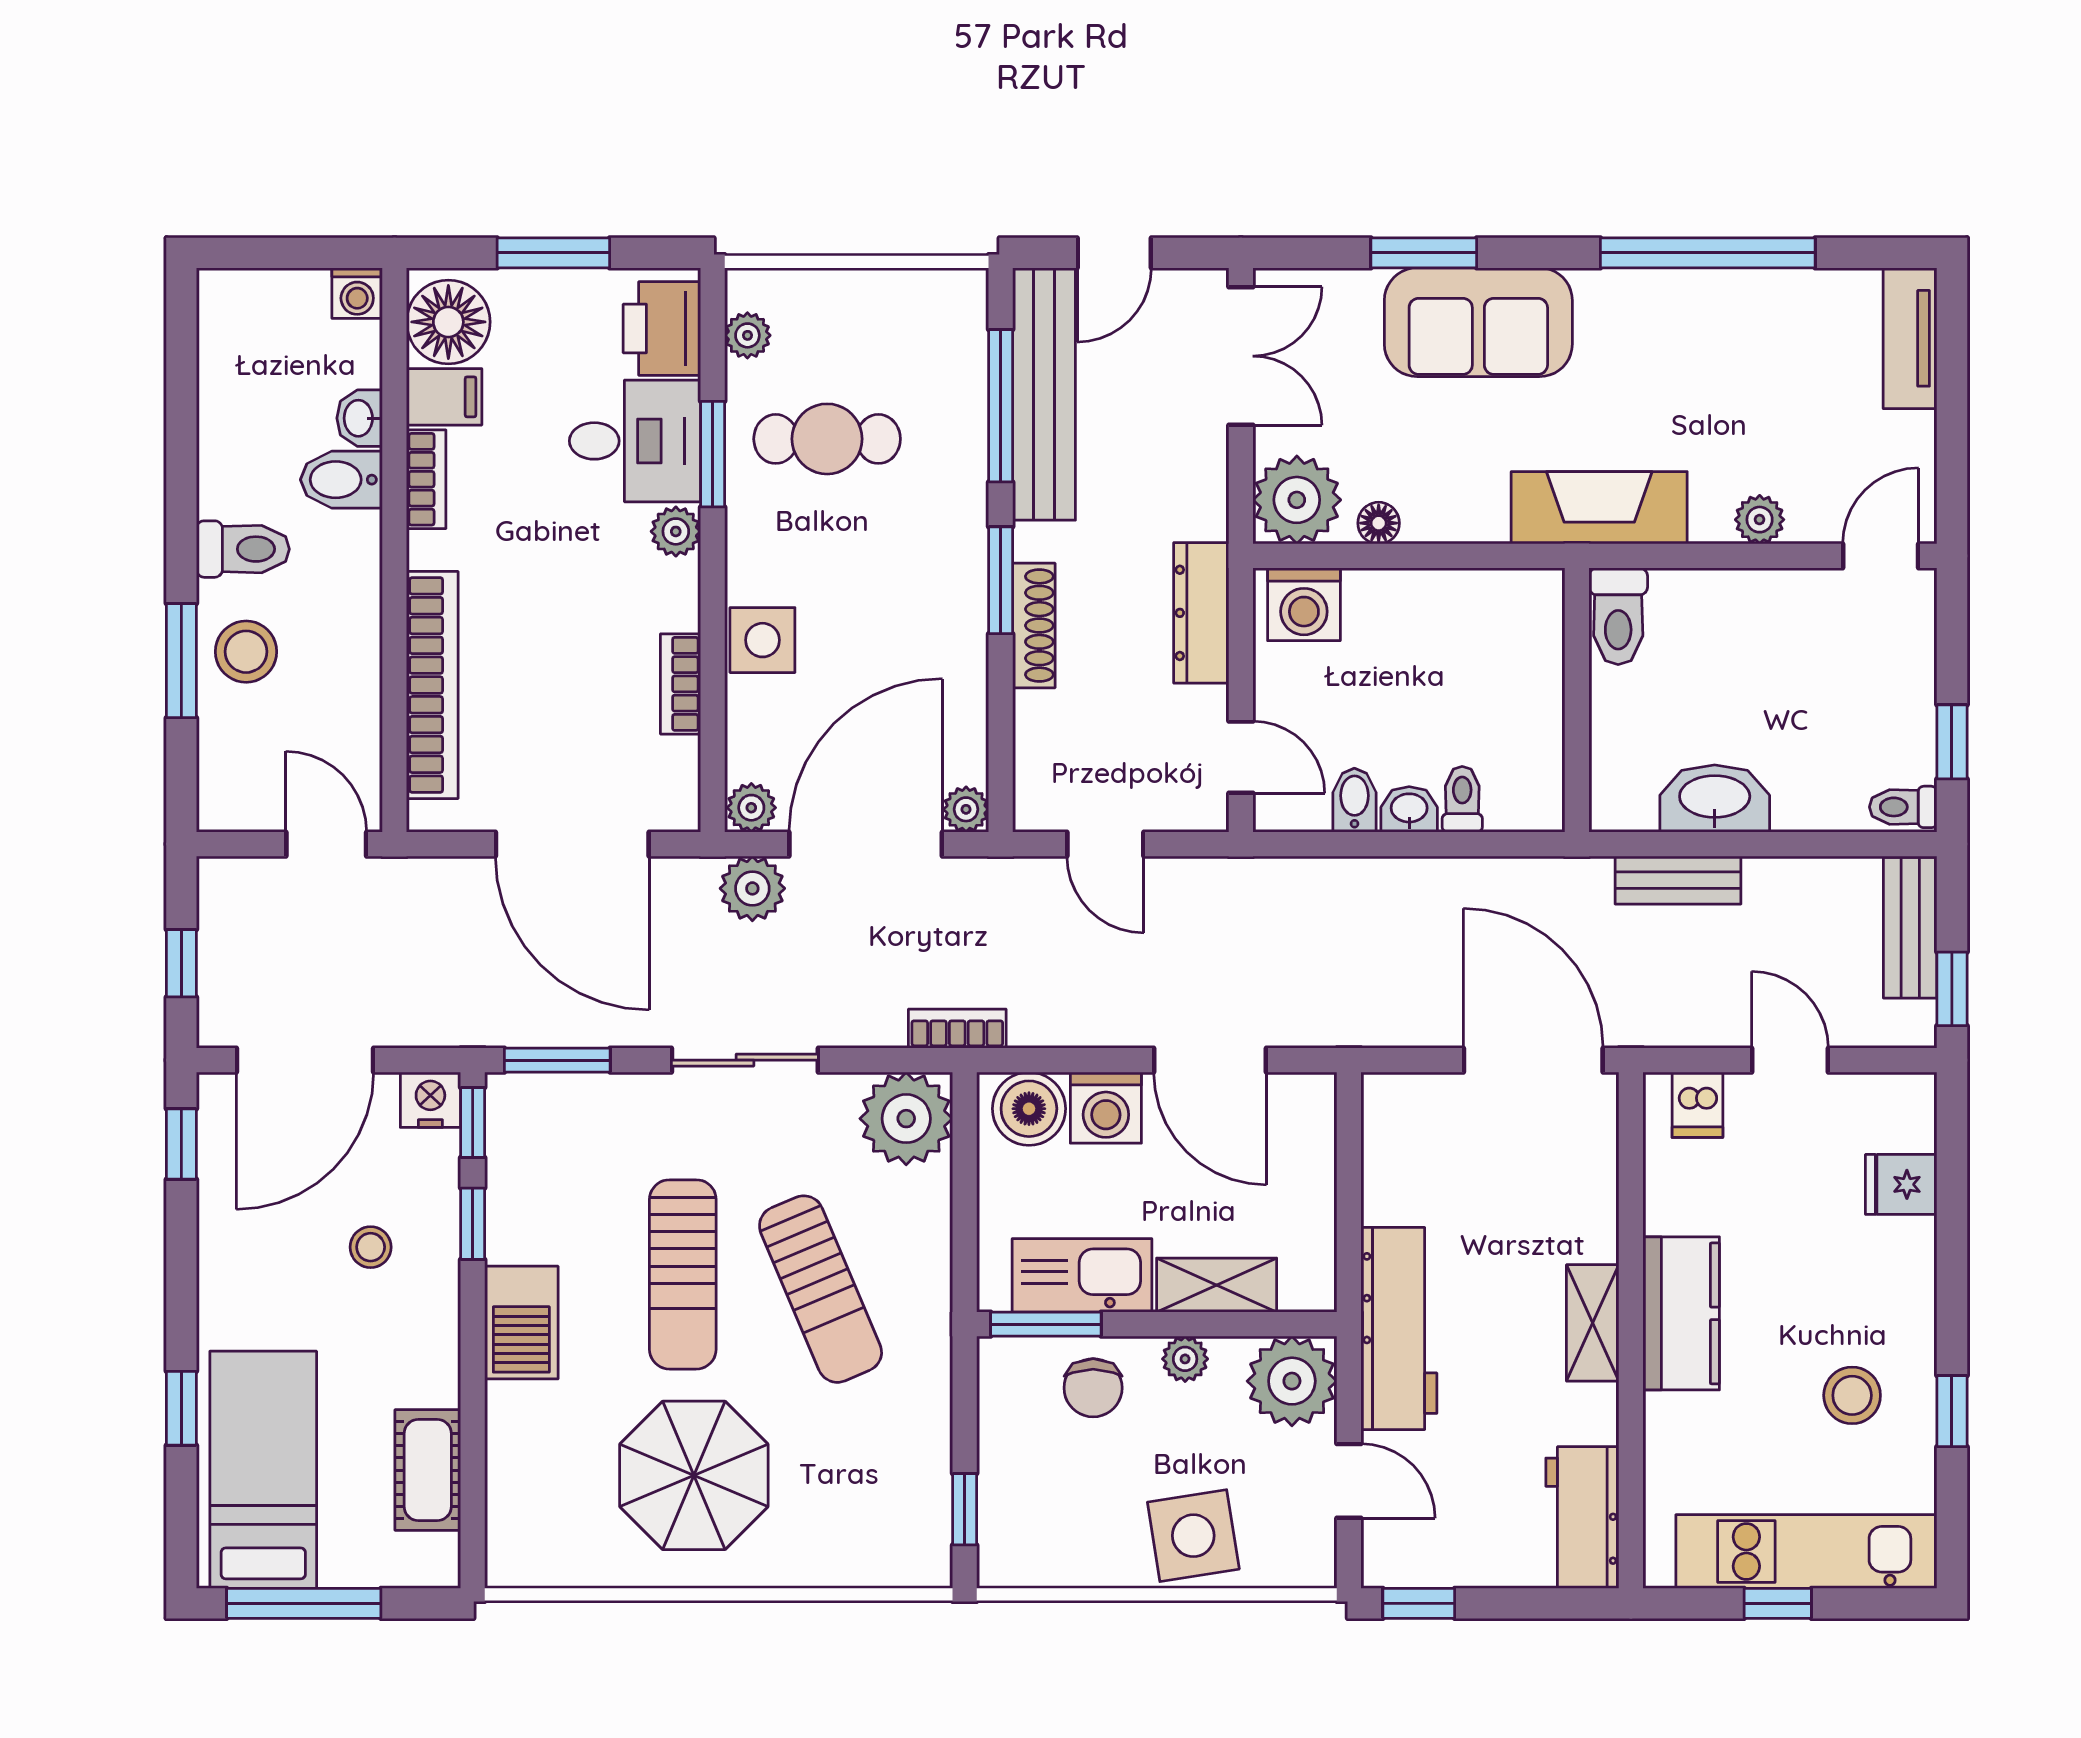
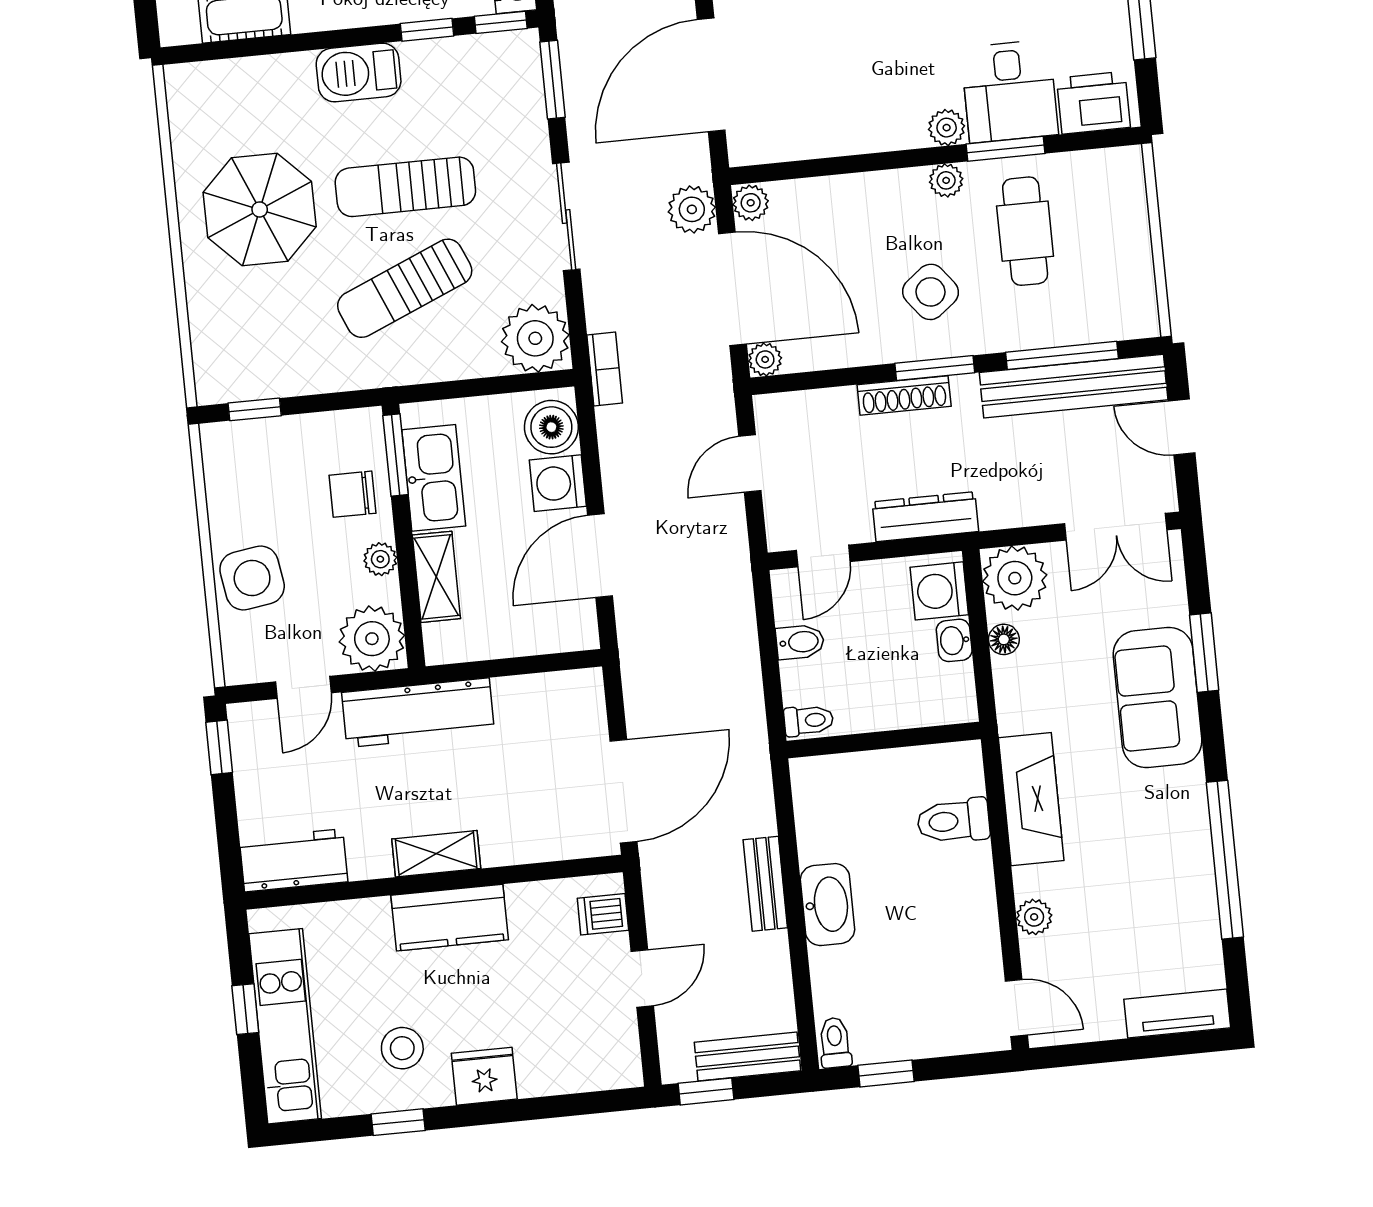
plant: (747, 335) -> (946, 180), moved
side table: (762, 640) -> (930, 292), moved, turned -38
bookcase: (681, 684) -> (836, 142), removed
wall: (1577, 700) -> (884, 740), moved
washbasin: (1409, 809) -> (954, 640), moved, turned 180
fridge: (1901, 1184) -> (484, 1076), moved, width x1.38

